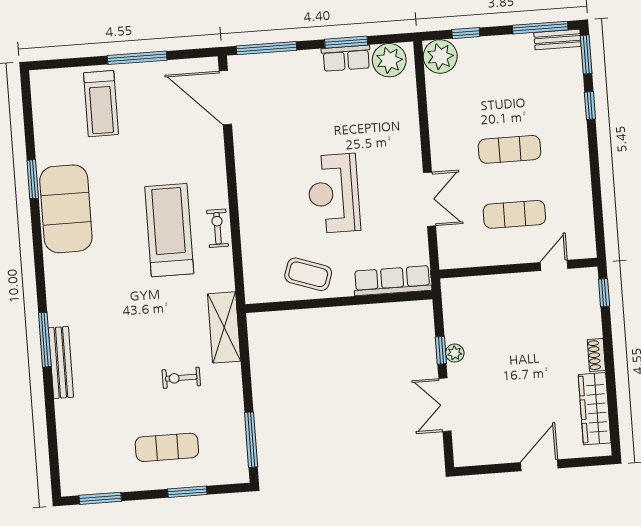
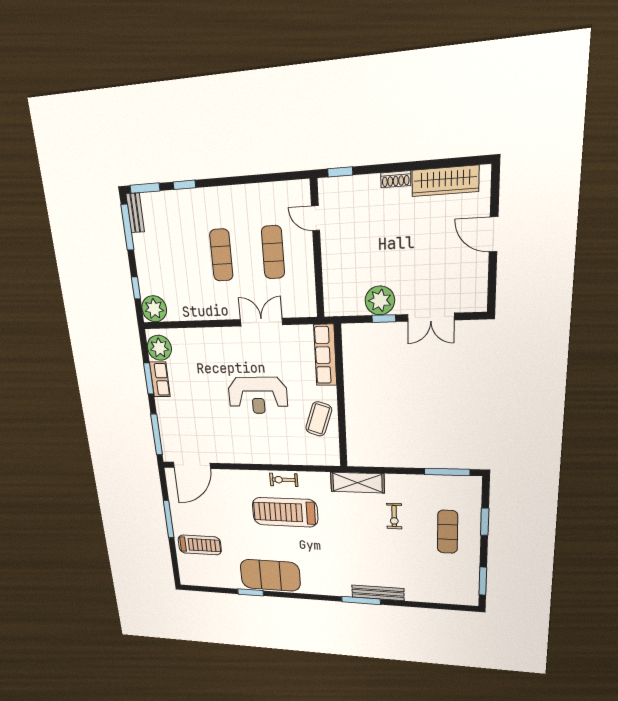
plant: (455, 353) -> (380, 300), width x1.87, depth x1.87

